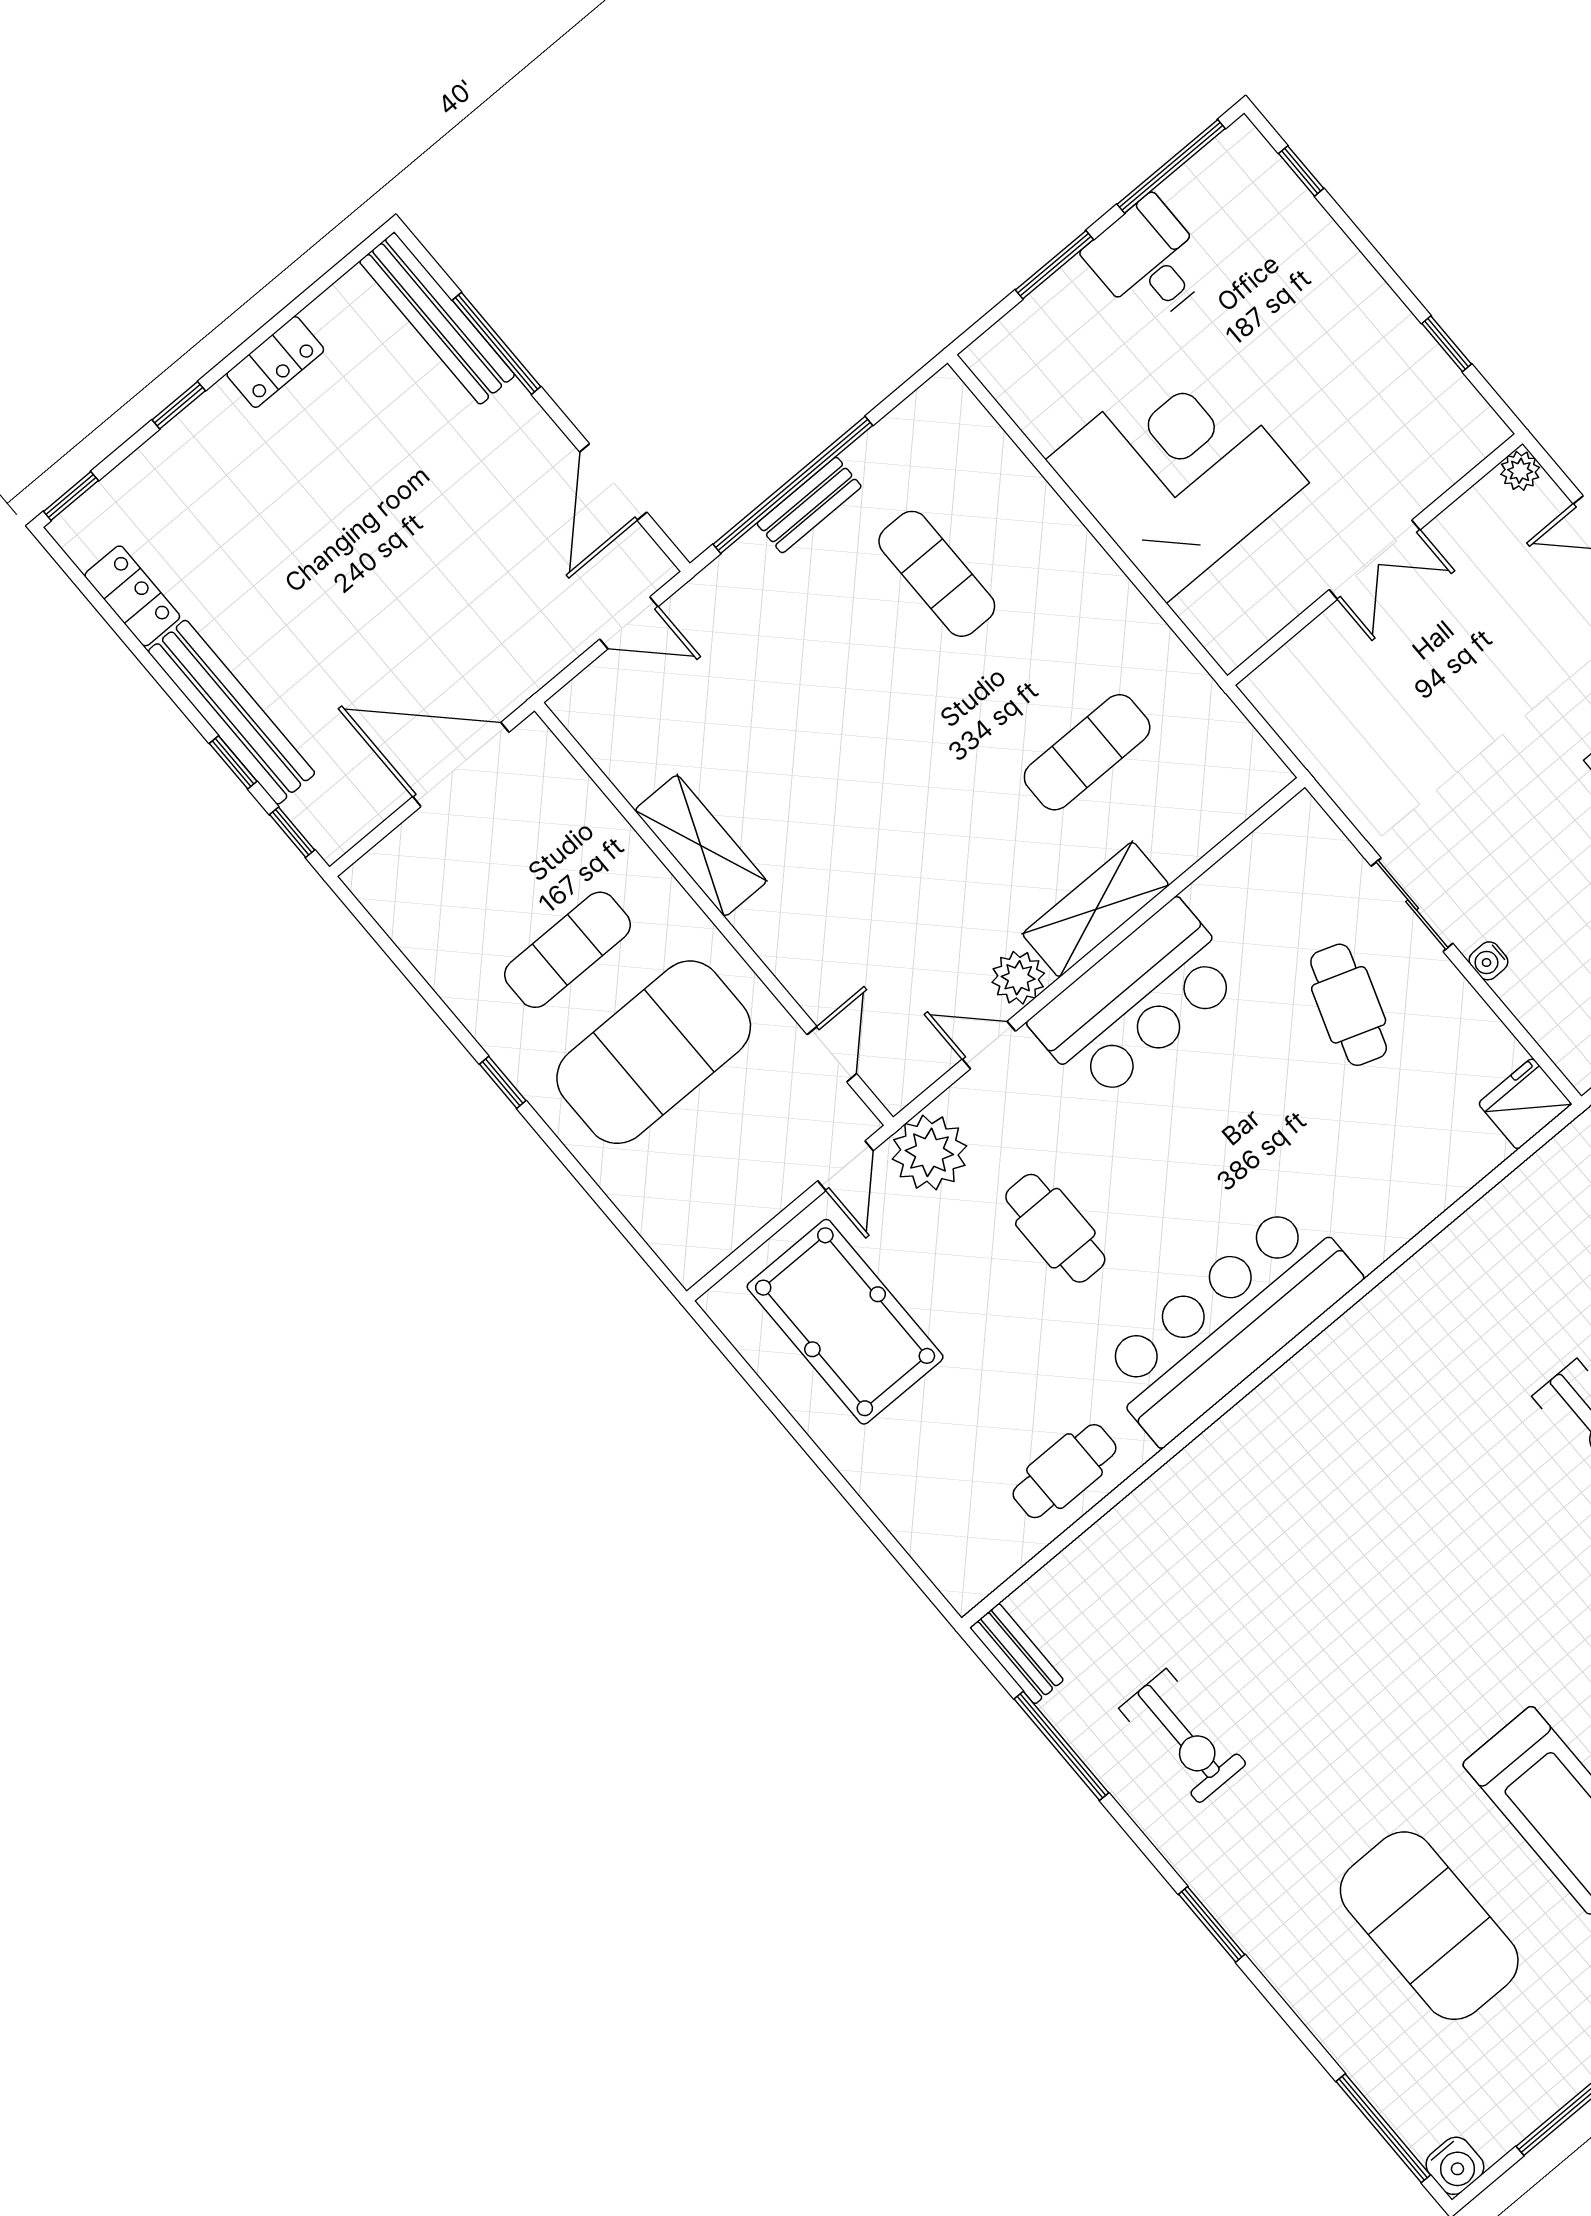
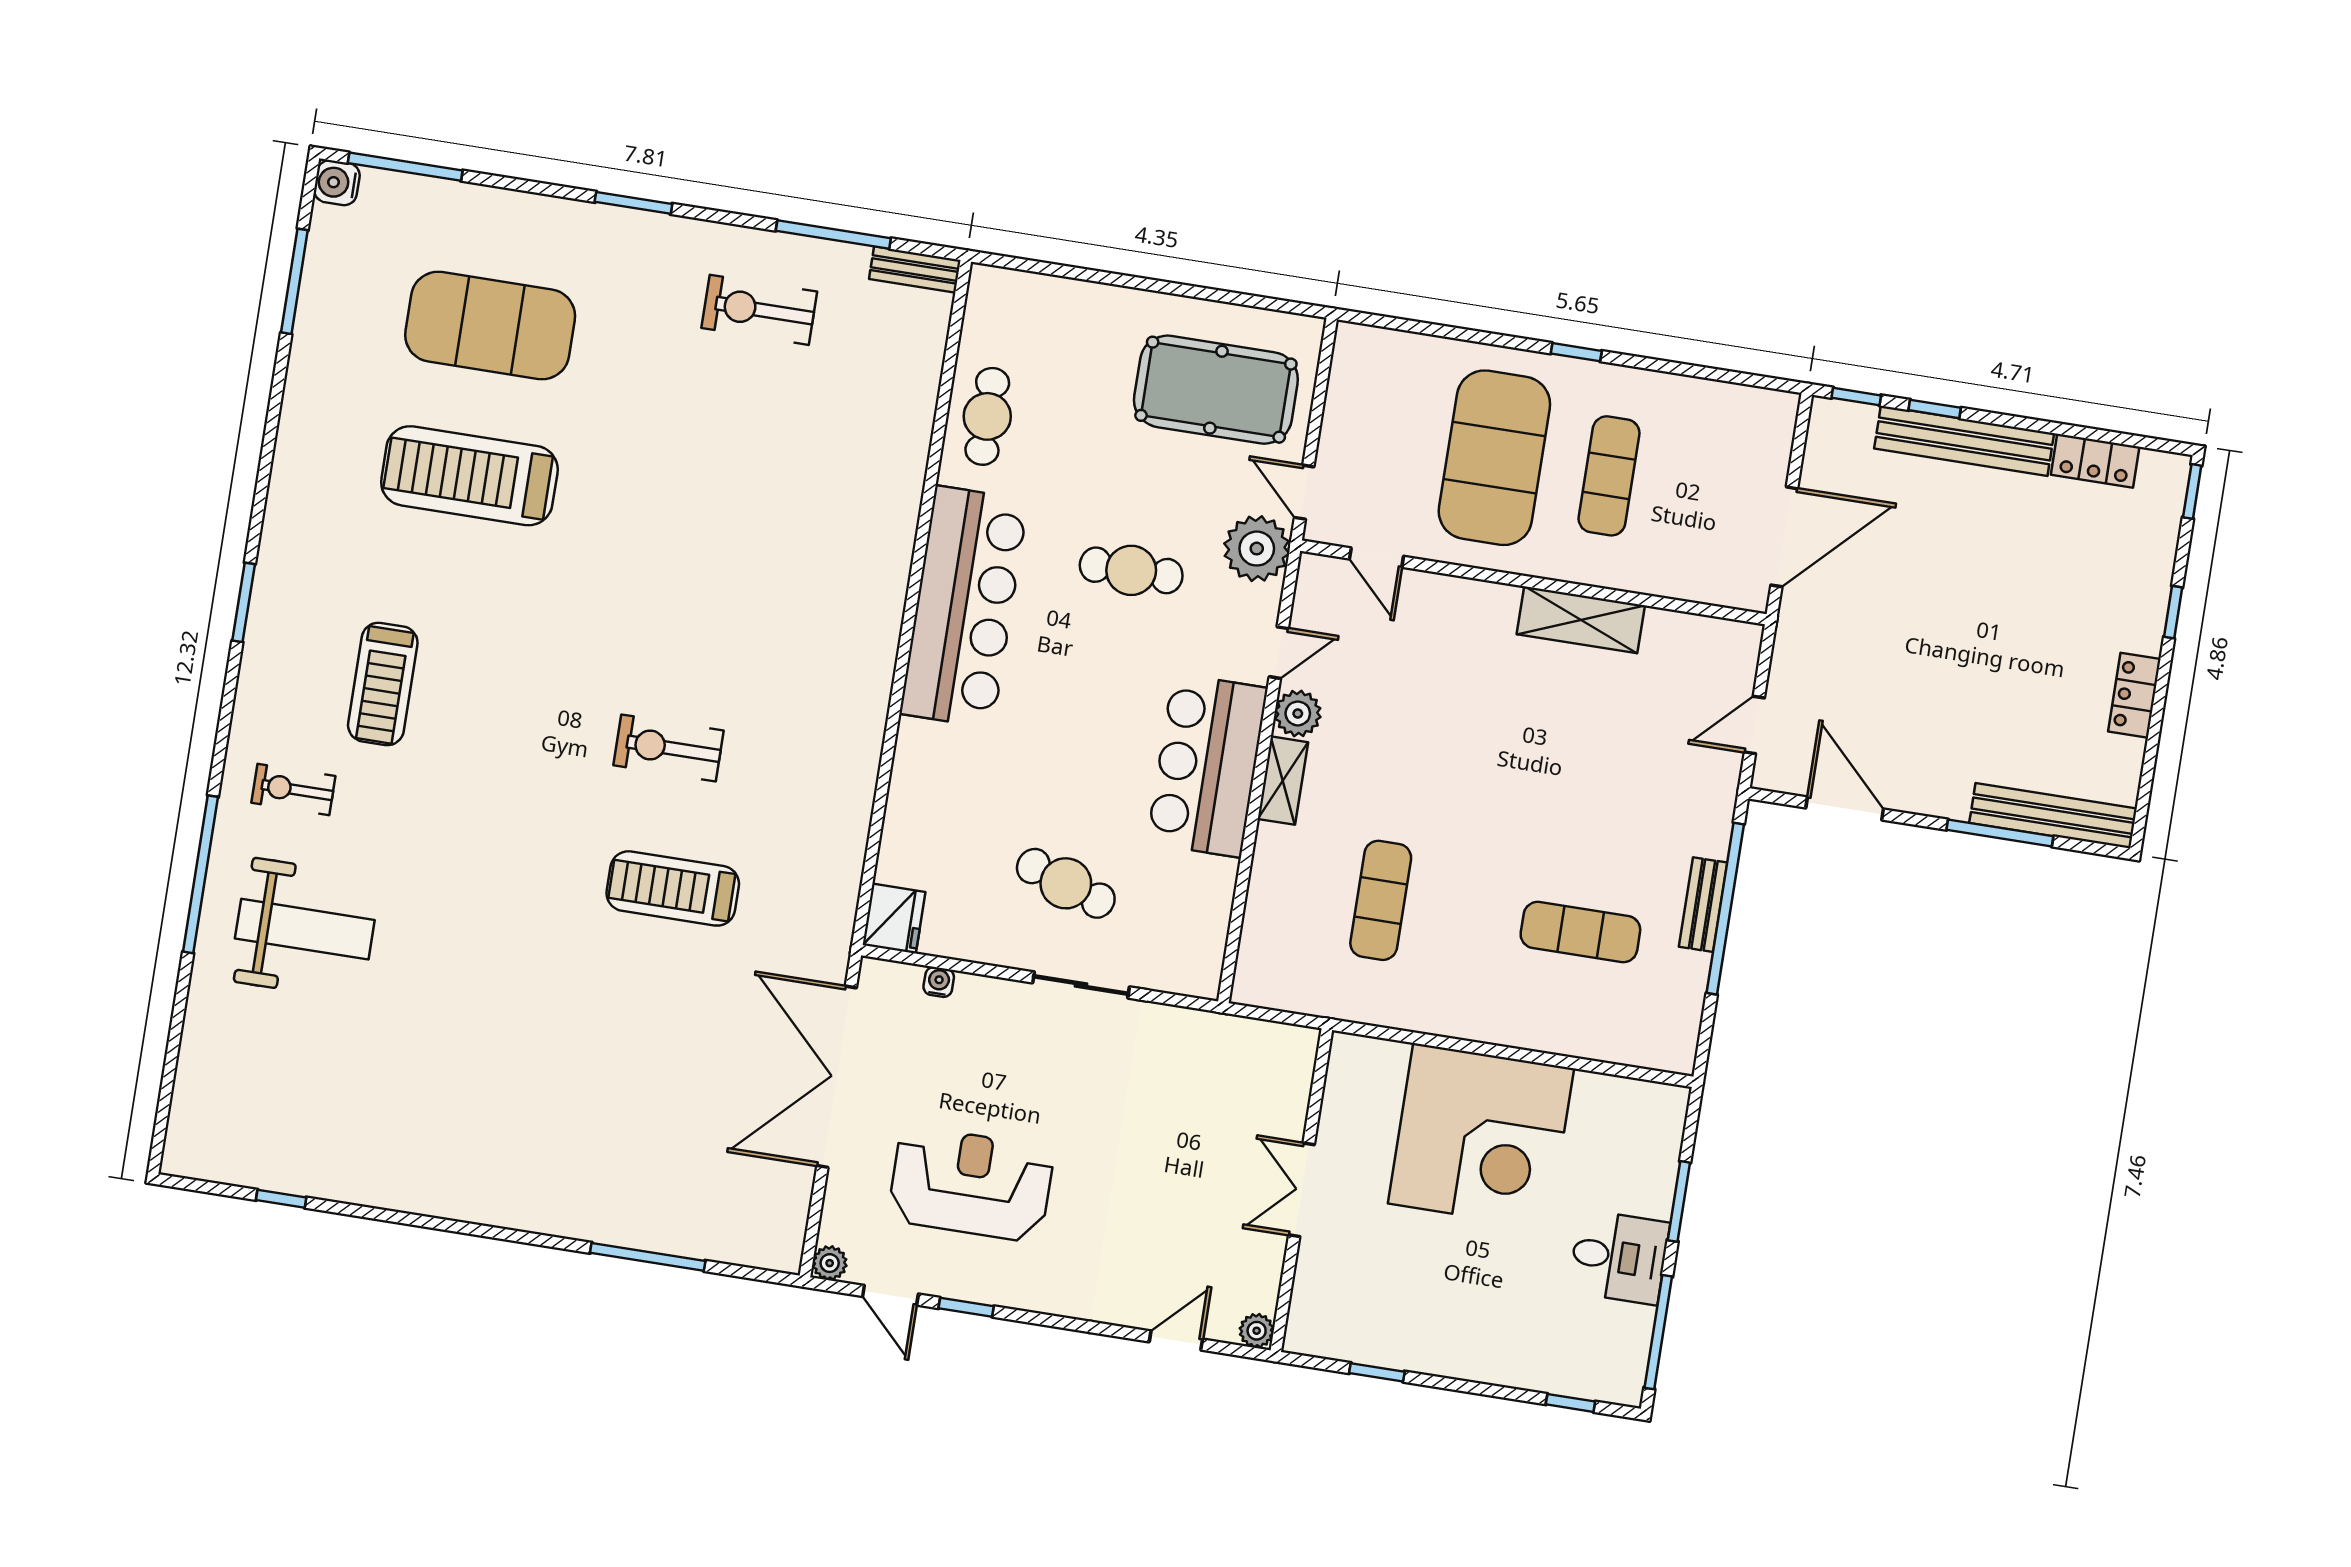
shelving: (1096, 909) -> (1283, 781), width x0.67, depth x0.75
water cooler: (1488, 961) -> (939, 982), moved

